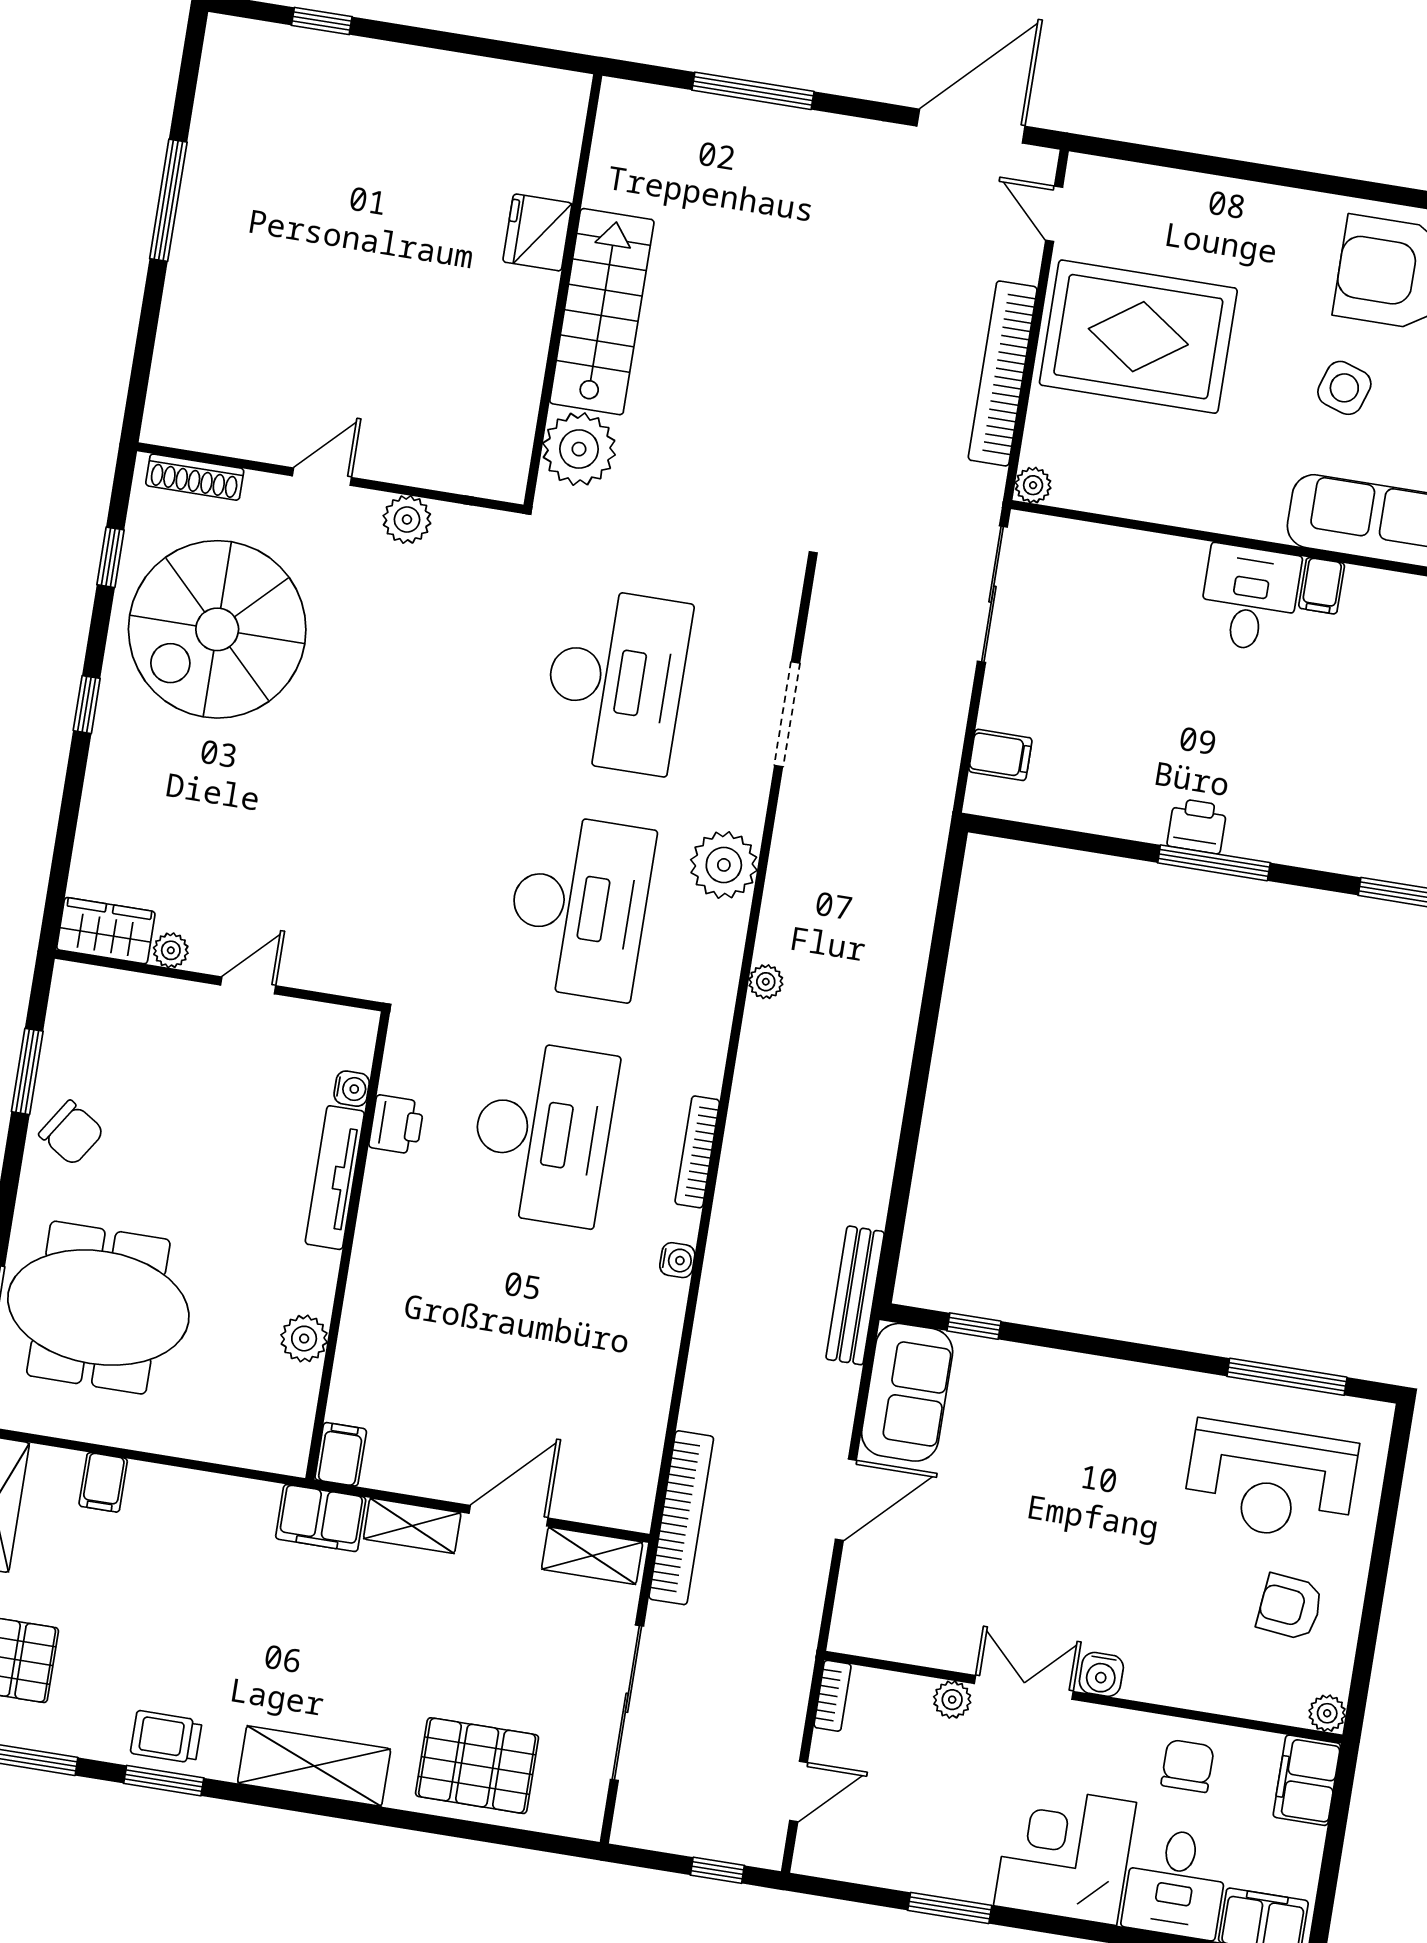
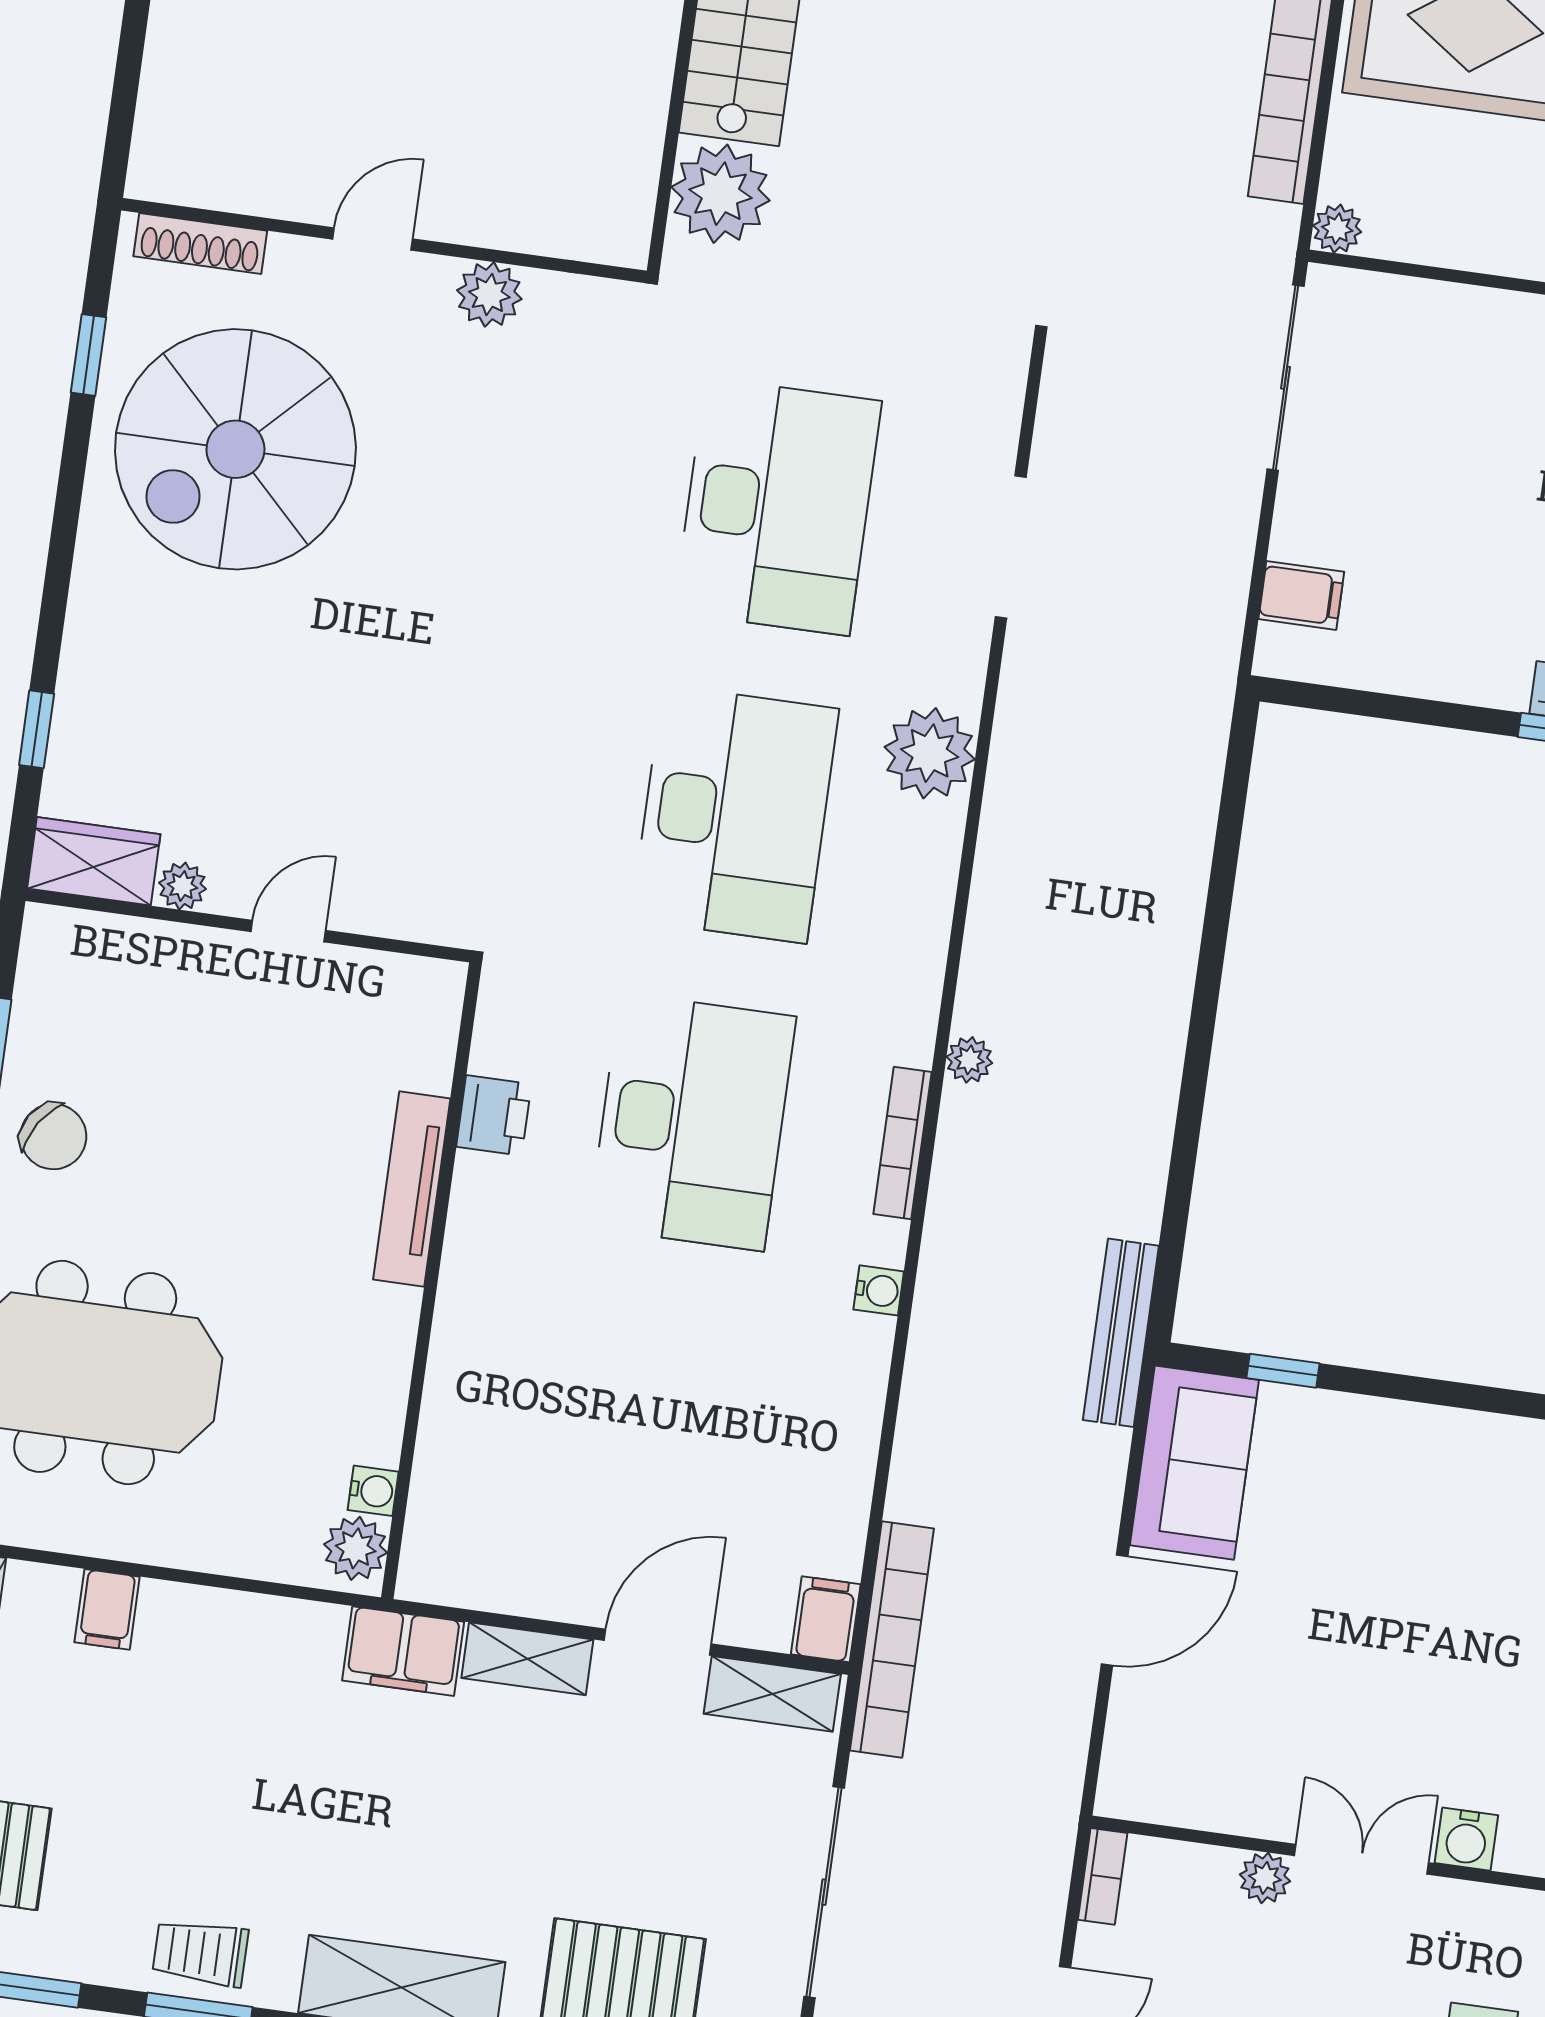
window: (87, 705) -> (37, 729), moved
plant: (766, 982) -> (969, 1060), moved
water cooler: (352, 1089) -> (373, 1491), moved
plant: (304, 1339) -> (356, 1548), moved
filing cabinet: (341, 1454) -> (826, 1619), moved

